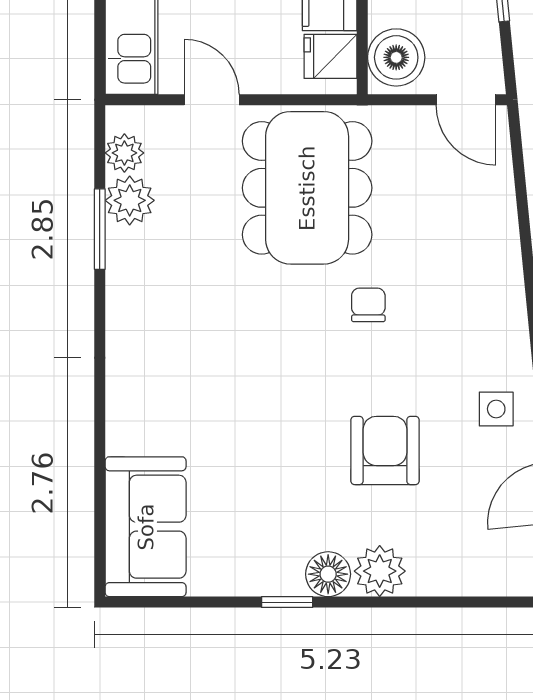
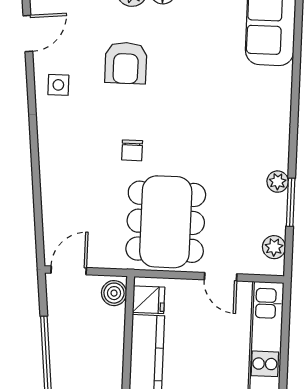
boiler: (396, 57) -> (114, 293), width x0.73, depth x0.73
door: (466, 100) -> (69, 270), hinge flipped
plant: (130, 200) -> (278, 182), moved, width x0.73, depth x0.73

